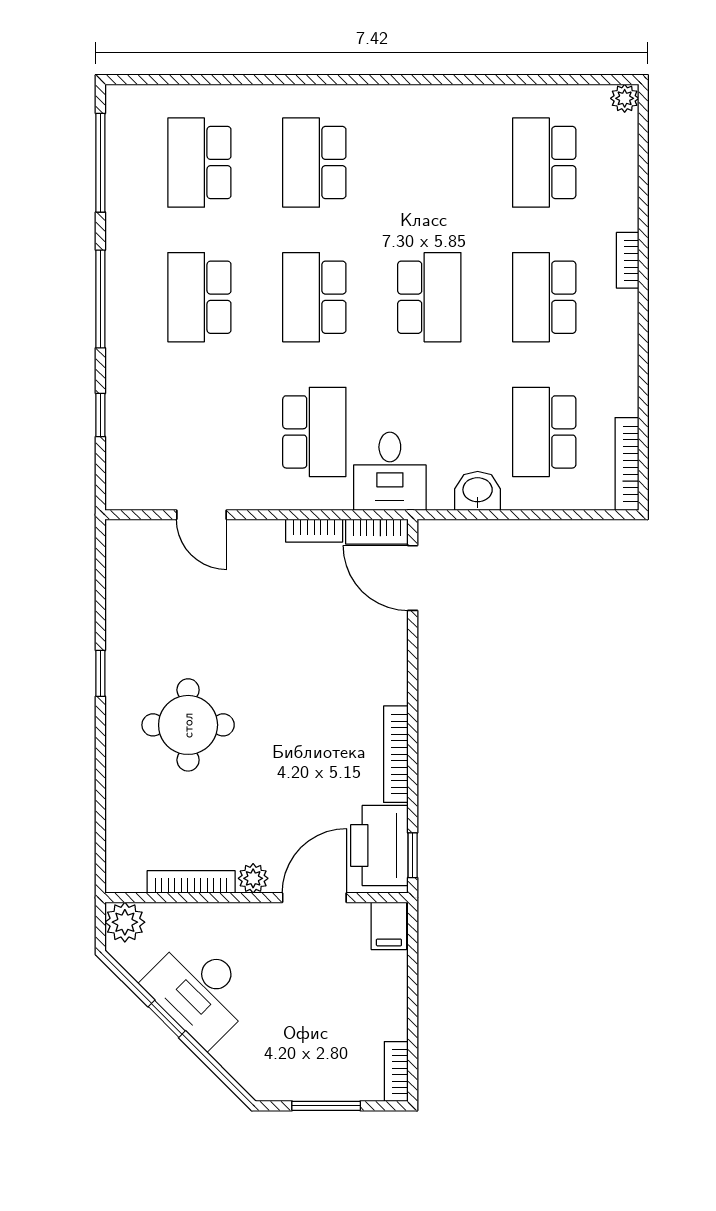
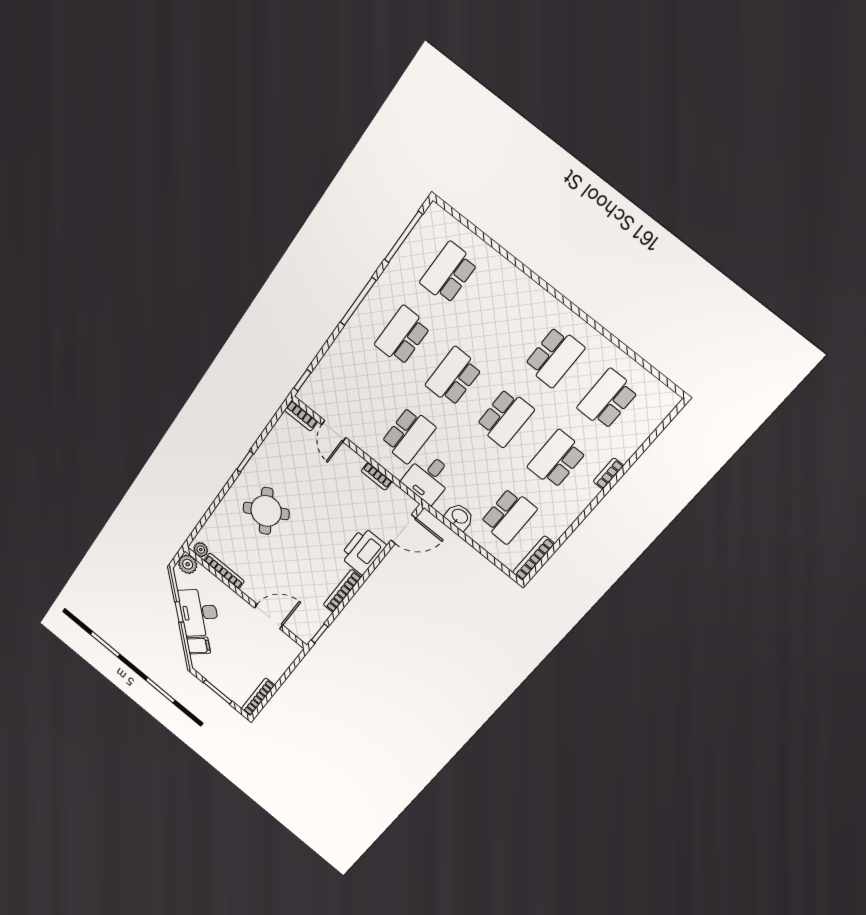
plant: (625, 98) -> (671, 400), removed
school desk: (314, 163) -> (554, 357), moved, turned 180
window: (100, 415) -> (302, 380), moved
school desk: (544, 432) -> (509, 516), turned 180
bookcase: (377, 532) -> (301, 416), moved
door: (413, 578) -> (403, 529), swing flipped
round table: (188, 725) -> (266, 511), turned -31
printer: (379, 846) -> (363, 551), moved
plant: (253, 878) -> (201, 550), moved
filing cabinet: (389, 926) -> (198, 646), moved, turned -135
bookcase: (396, 1072) -> (258, 697), width x1.56

